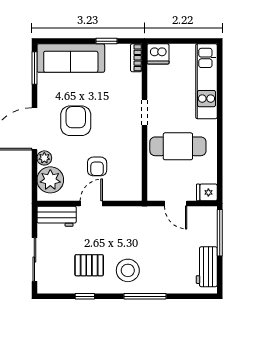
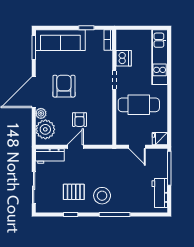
dishwasher: (158, 54) -> (124, 58), moved, turned -90

